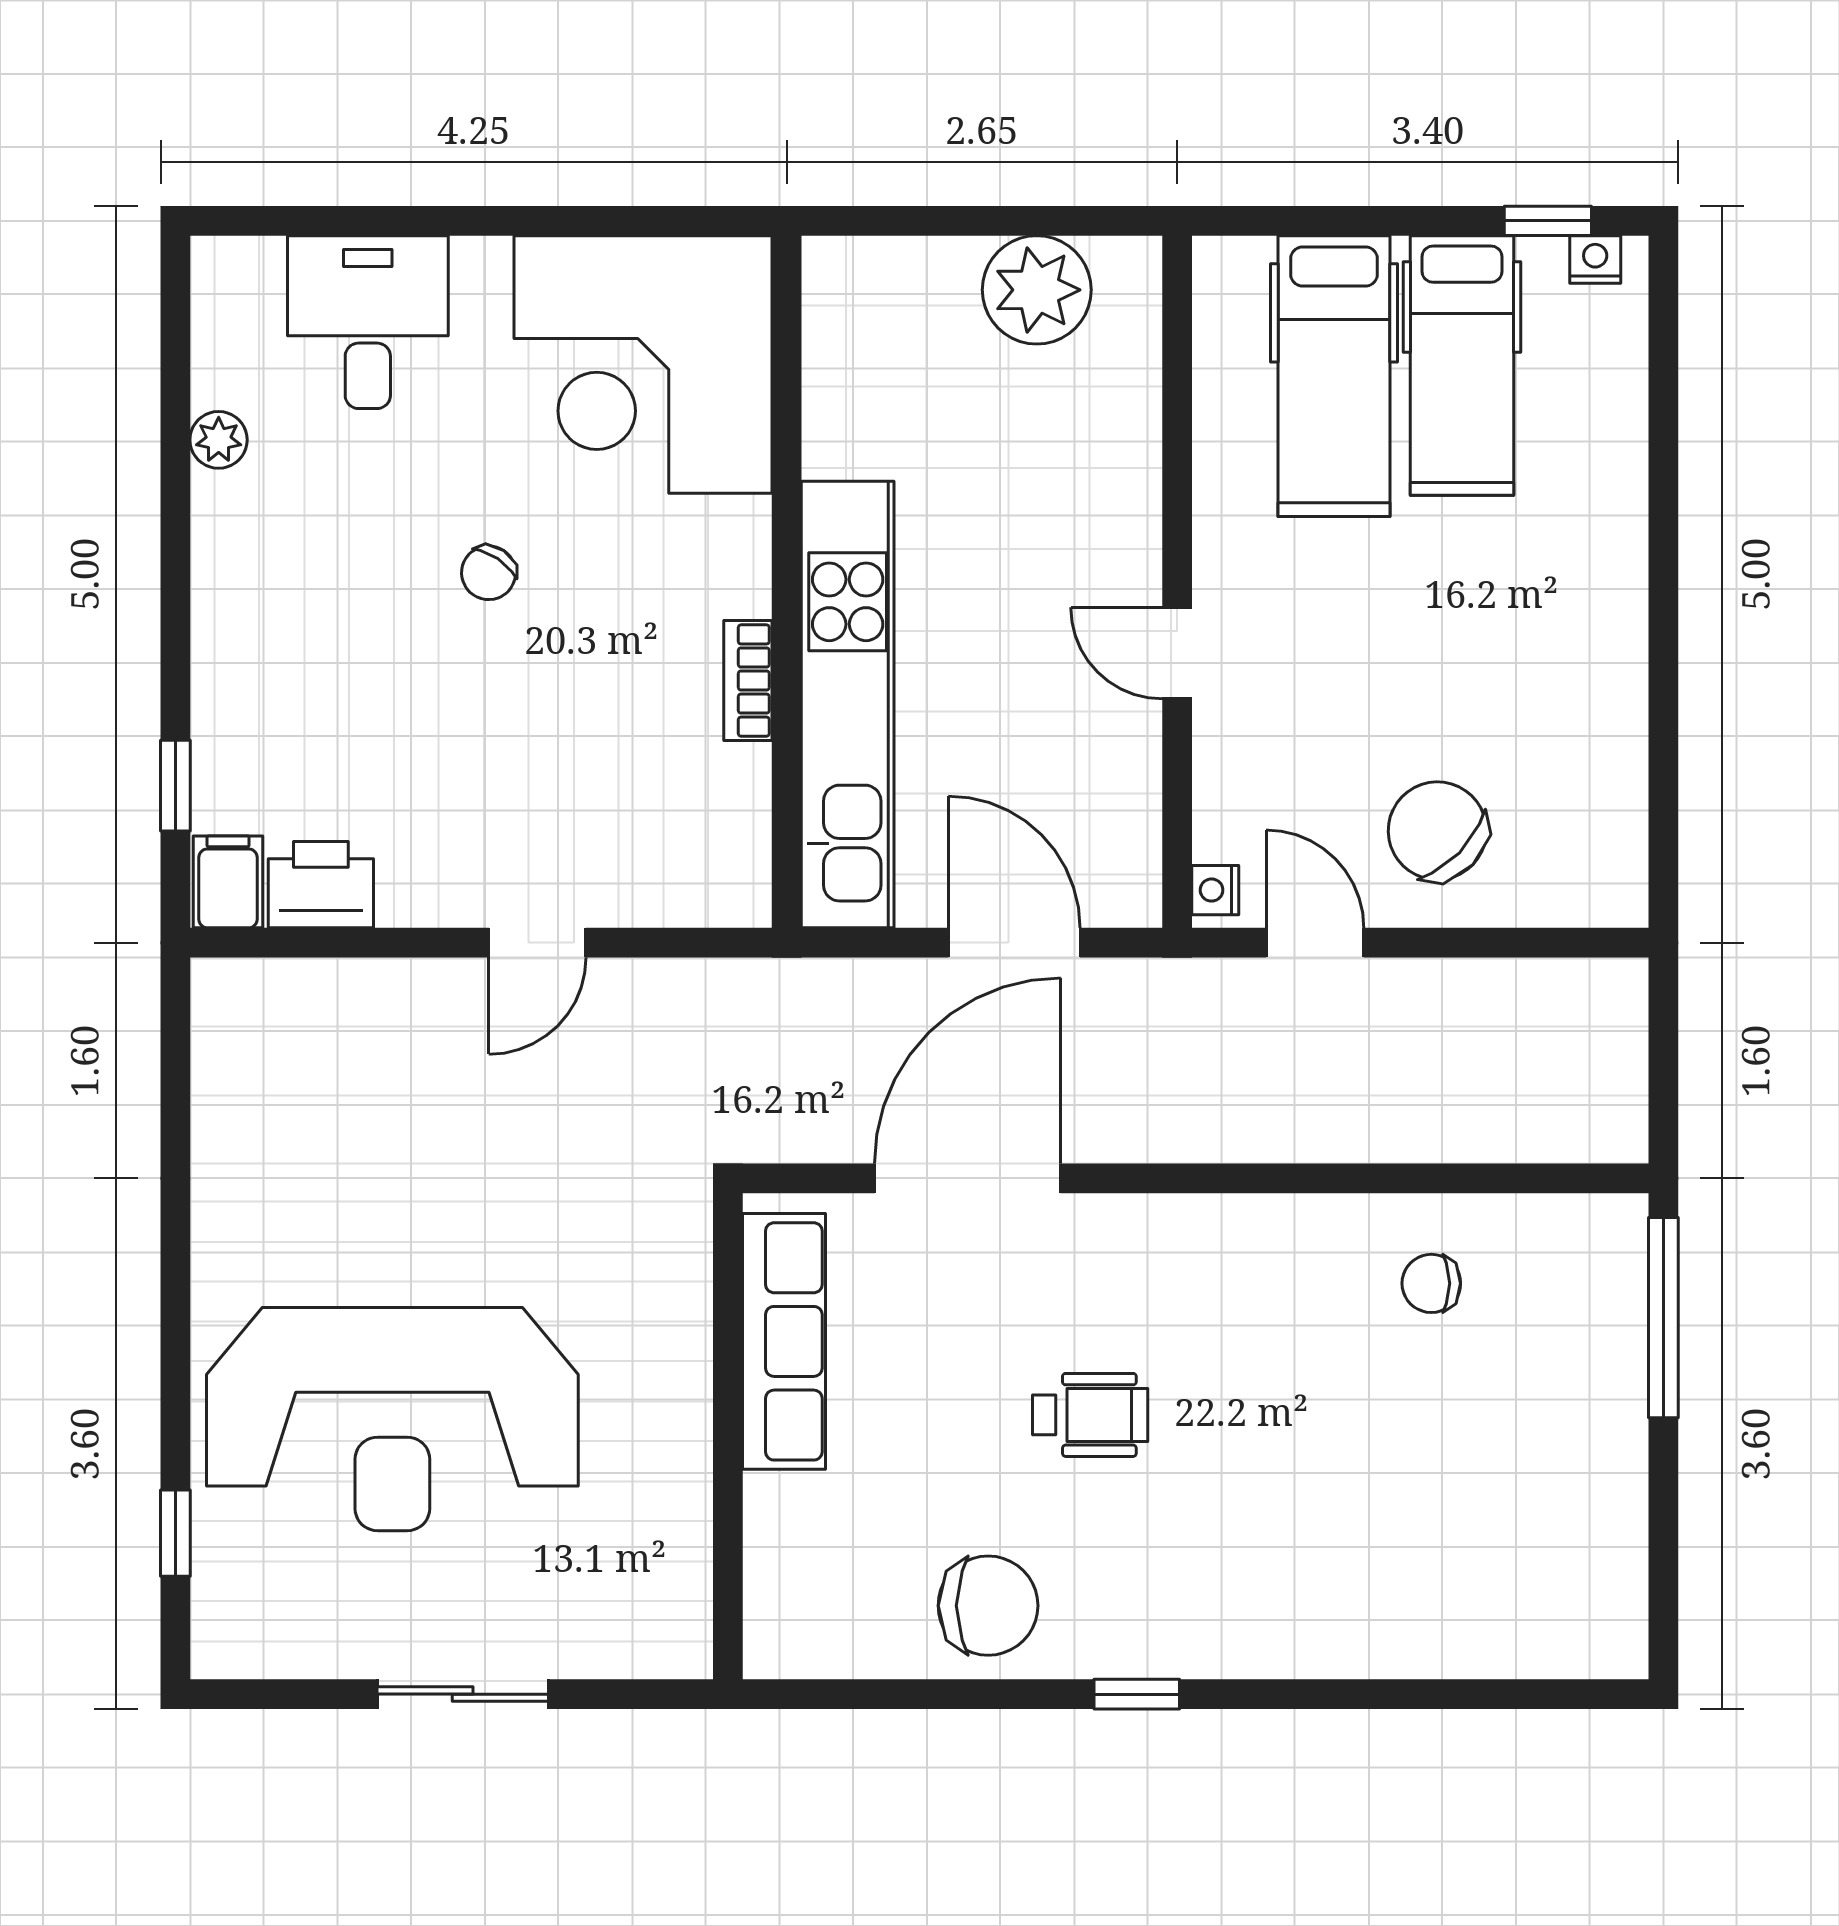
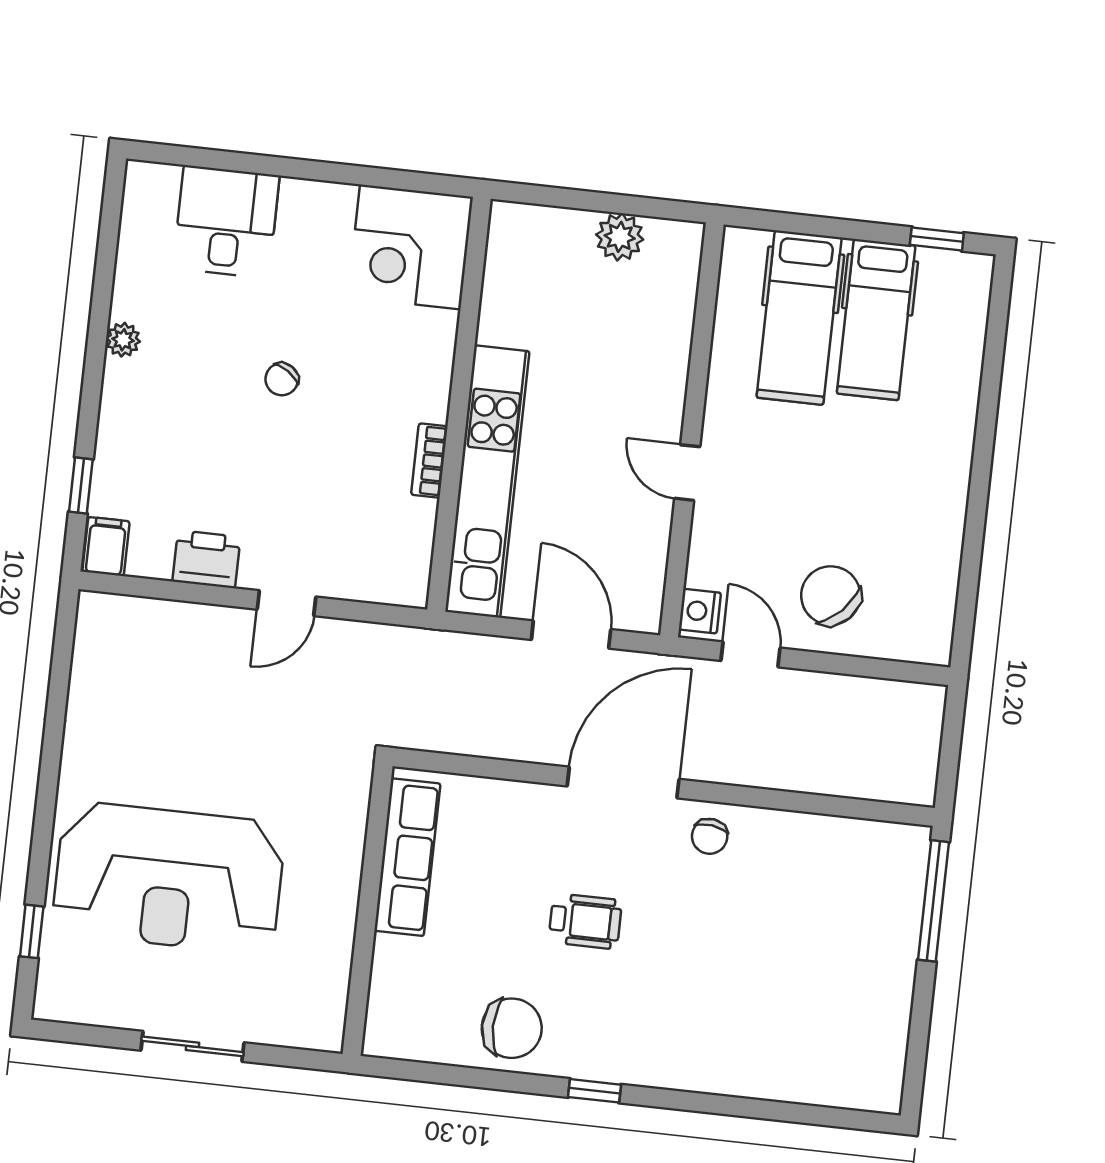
nightstand: (1595, 260) -> (963, 265), removed
plant: (1037, 290) -> (620, 237), width x0.73, depth x0.73
corner desk: (643, 364) -> (410, 247), width x0.74, depth x0.74
plant: (219, 440) -> (123, 340), moved
printer: (321, 885) -> (206, 559), moved
nightstand: (1215, 890) -> (700, 611), width x1.39, depth x1.35
door: (968, 1178) -> (623, 783), moved
chair: (1431, 1283) -> (710, 836), moved, turned -83

